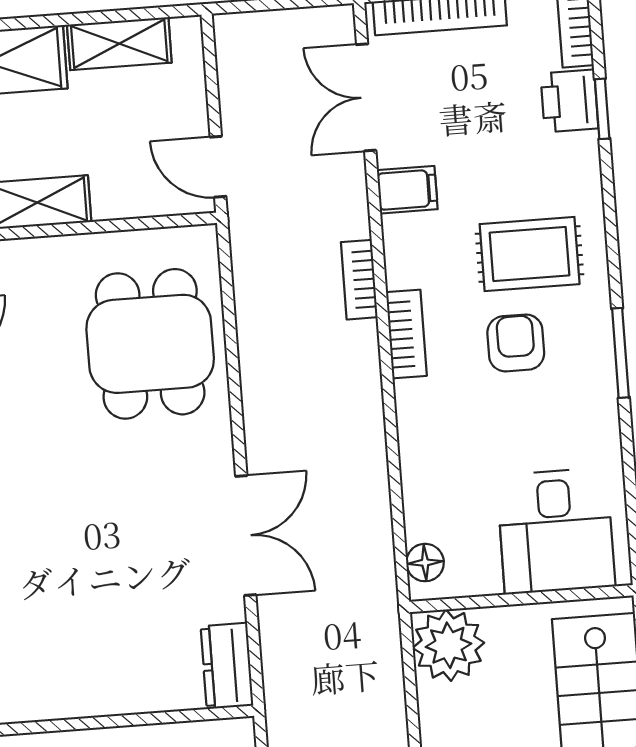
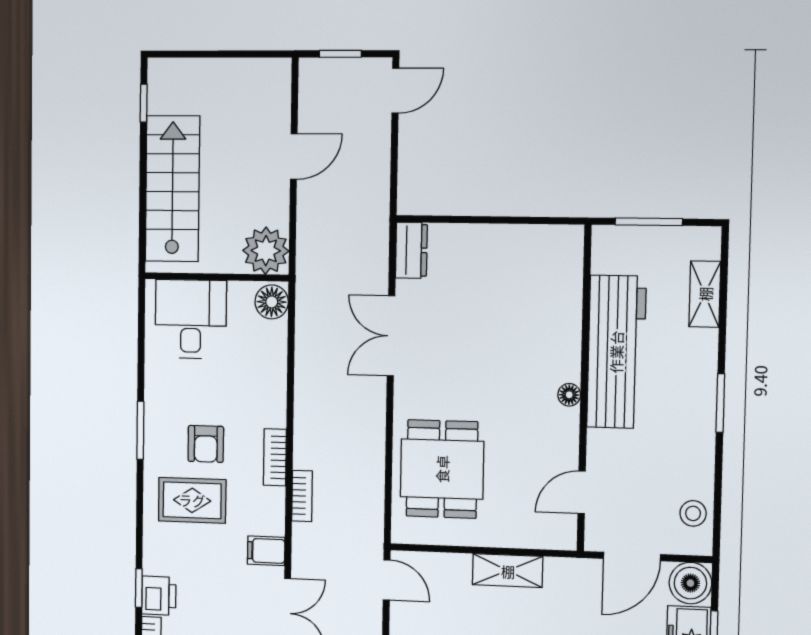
floor lamp: (425, 563) -> (272, 302), width x1.37, depth x1.37

